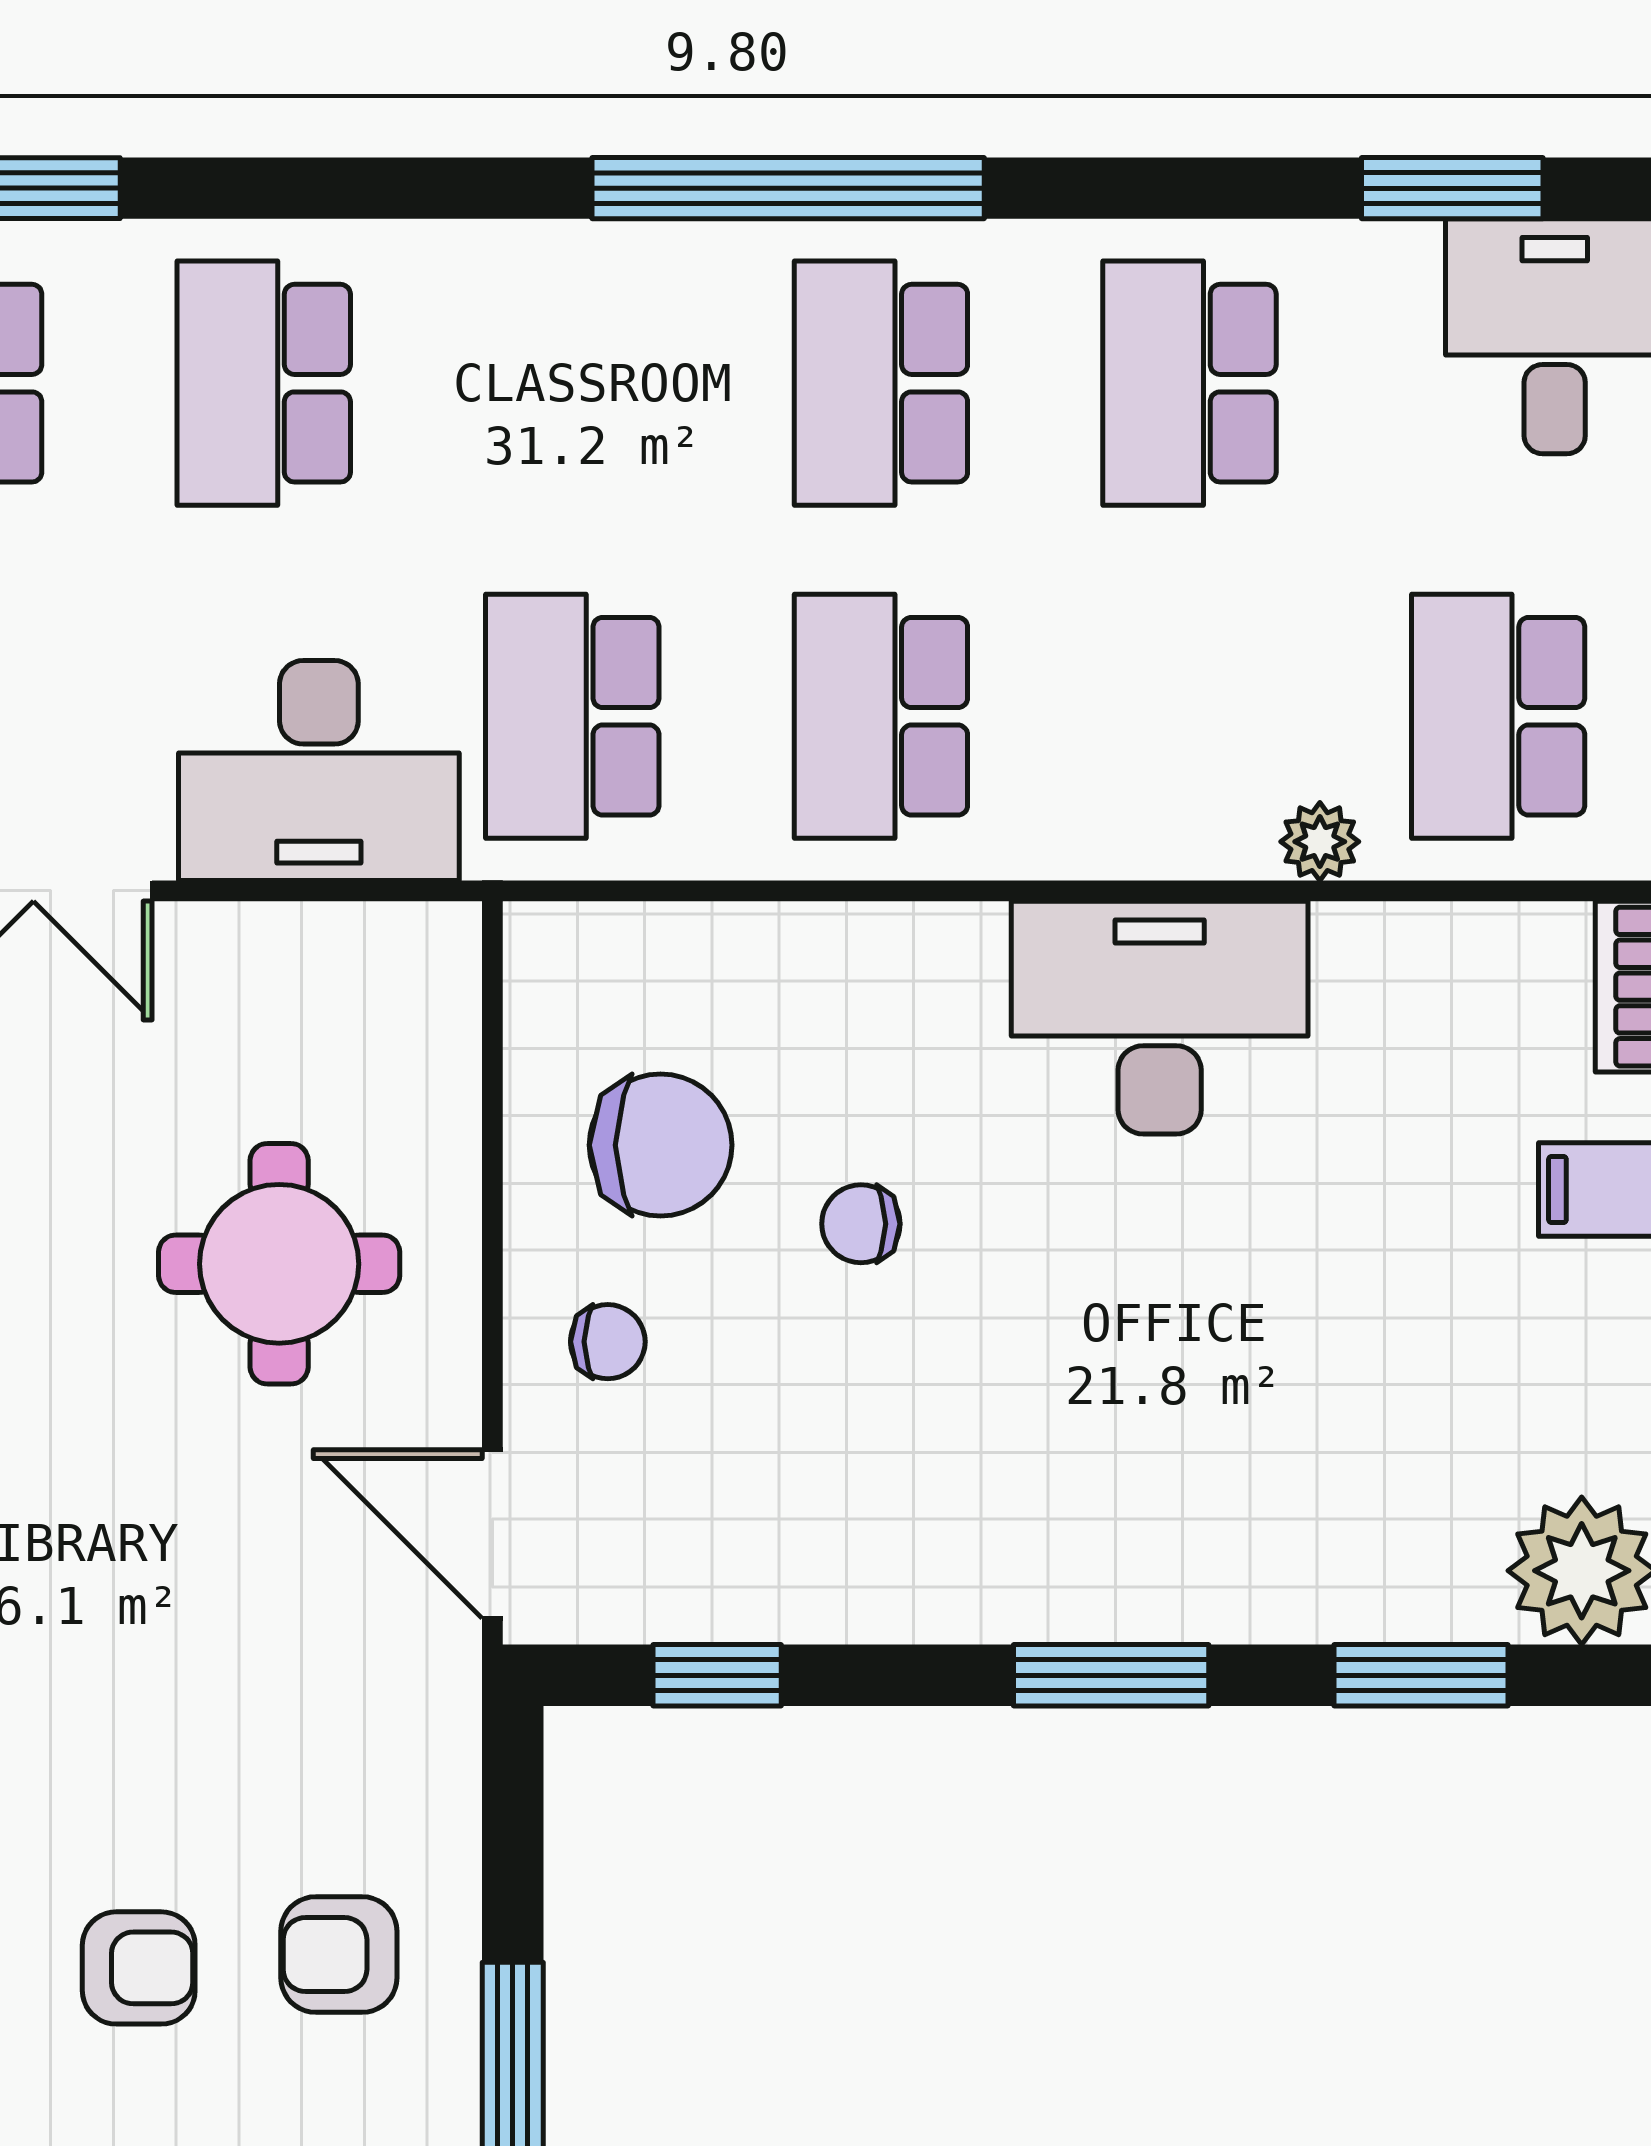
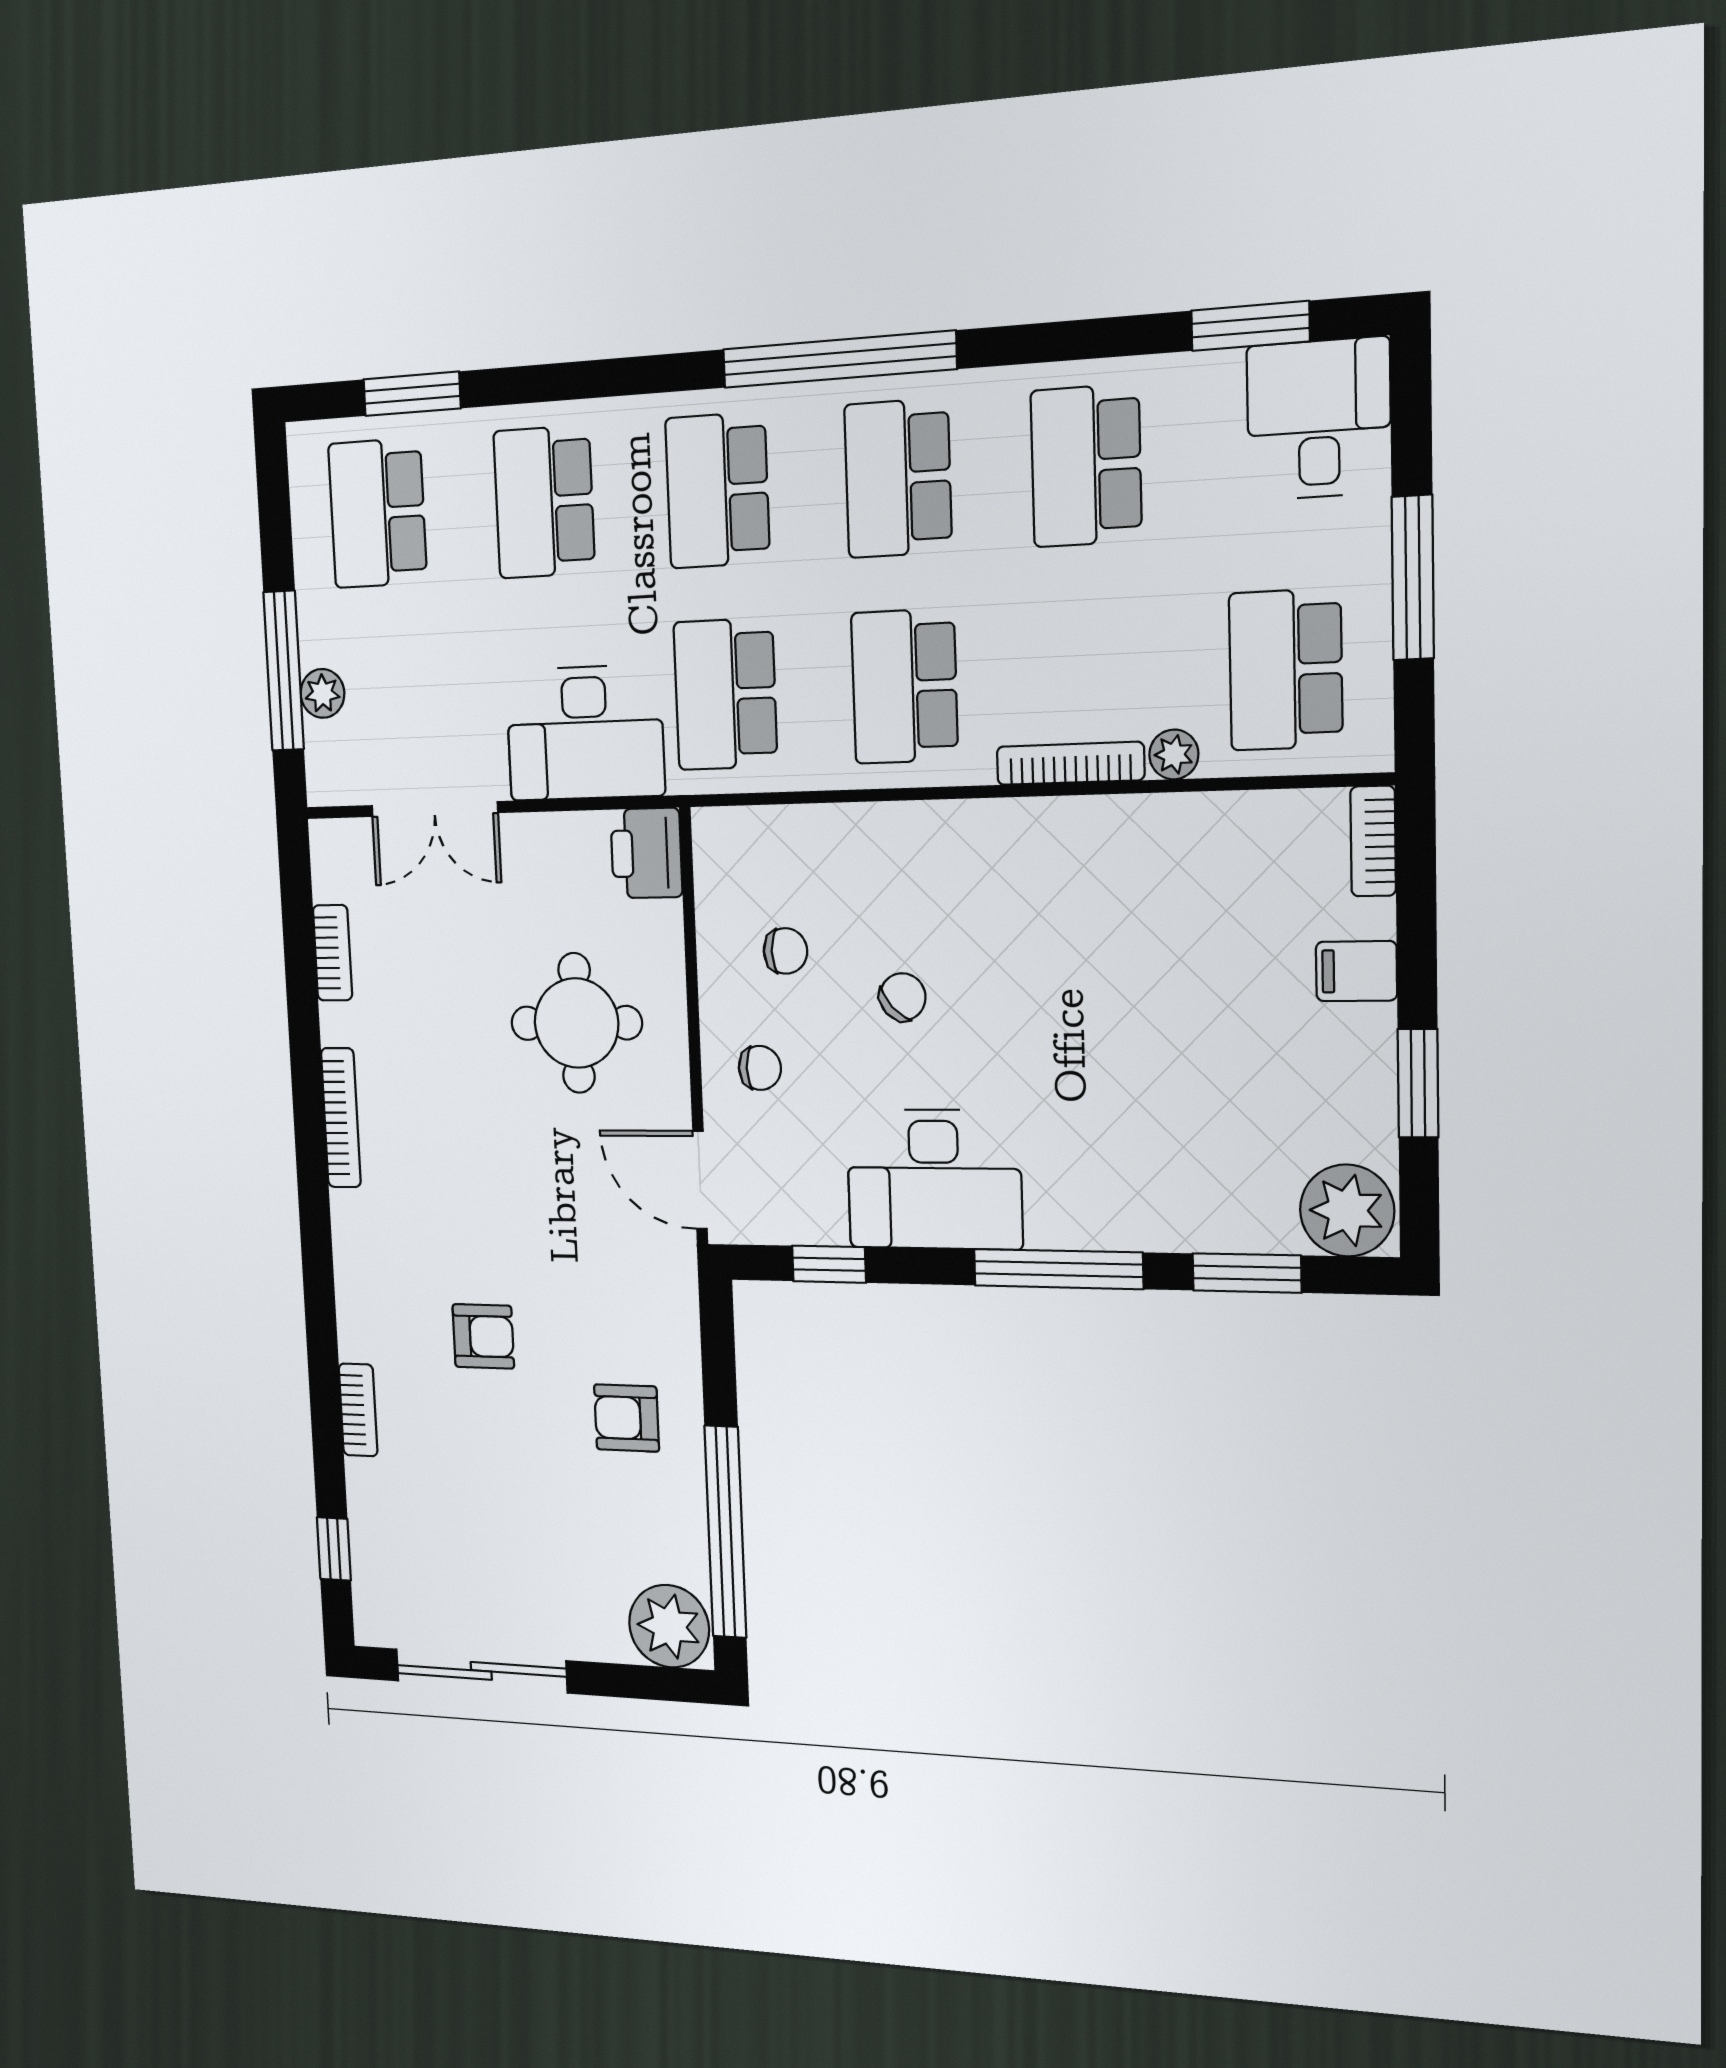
school desk: (572, 383) -> (717, 490), added
bookcase: (1152, 850) -> (1070, 763), added
printer: (420, 976) -> (646, 853), added
desk: (1160, 1018) -> (934, 1179), moved, turned 180
chair: (661, 1145) -> (785, 951), width x0.54, depth x0.54
chair: (861, 1224) -> (903, 997), turned 138
window: (1111, 1675) -> (1058, 1269), width x1.44
armchair: (139, 1968) -> (483, 1336), moved

